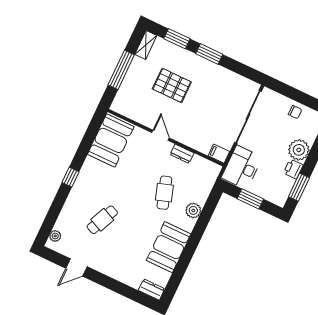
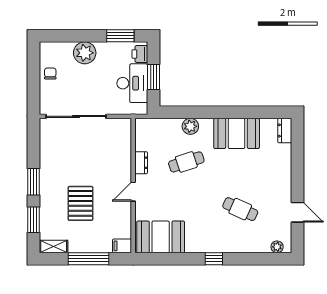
filing cabinet: (219, 154) -> (122, 246), moved, turned 90
desk: (242, 167) -> (132, 83), moved, turned -90
printer: (293, 169) -> (140, 54), moved, turned 90

